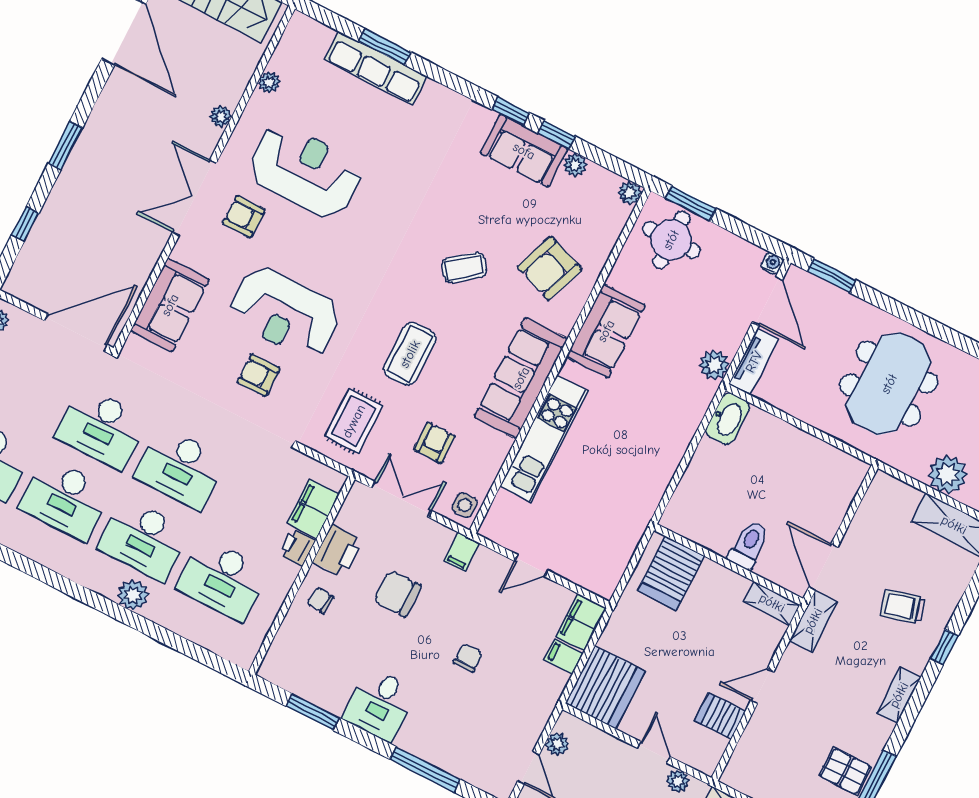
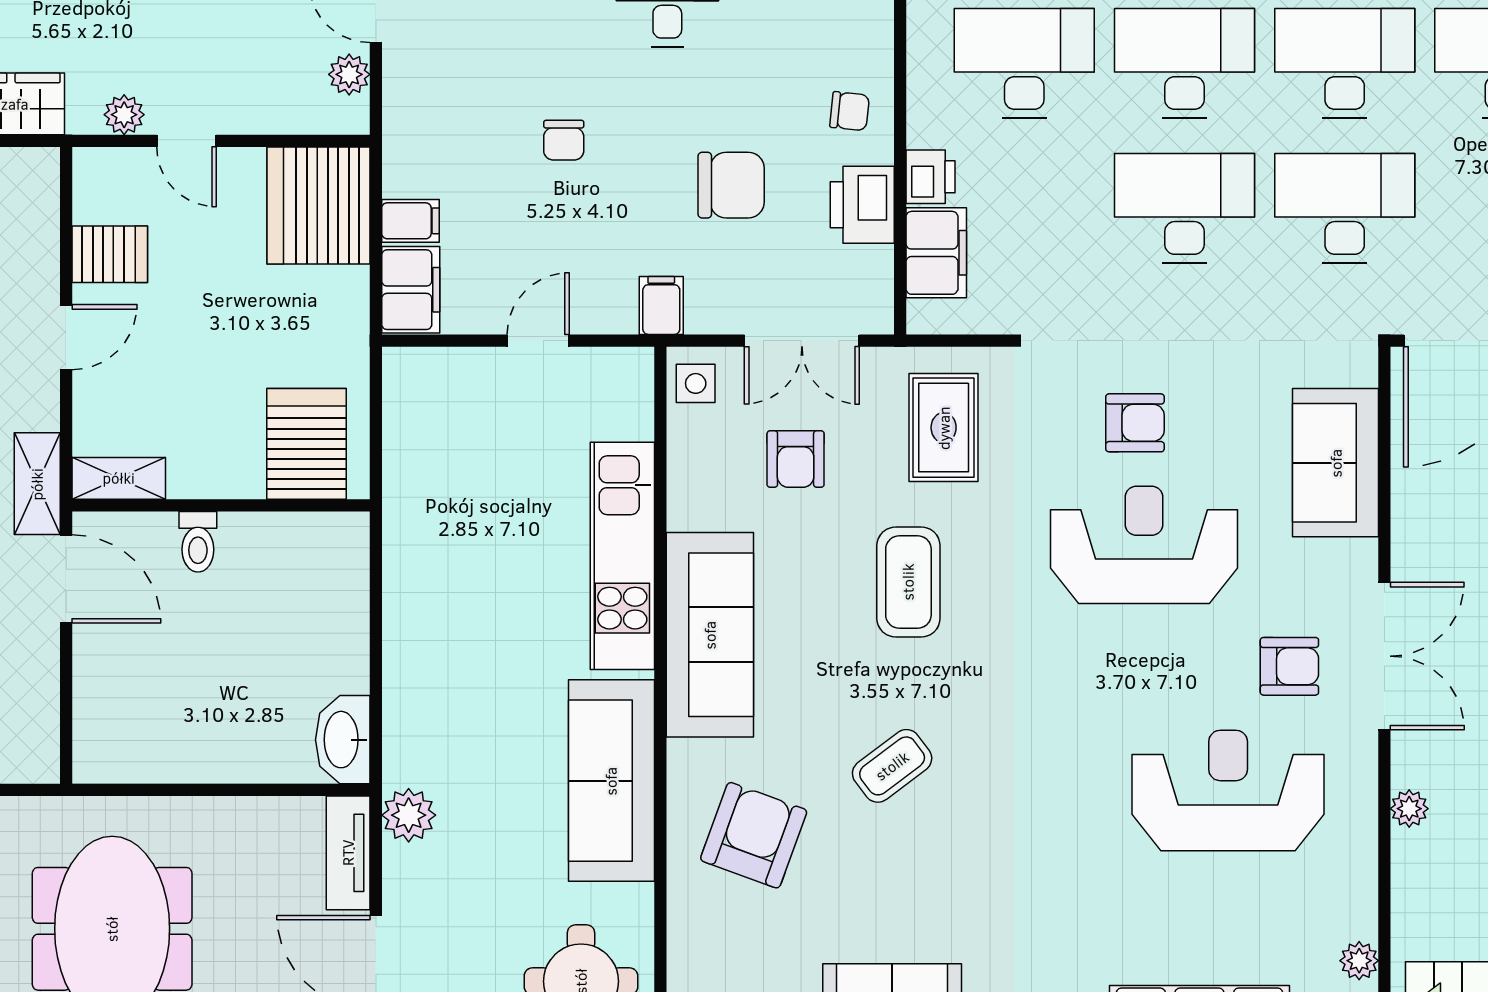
plant: (269, 82) -> (1359, 961), moved
reception desk: (305, 171) -> (1228, 790), turned 180
sofa: (606, 331) -> (611, 781), width x1.36
toilet: (749, 545) -> (198, 542), width x0.73, depth x0.72

